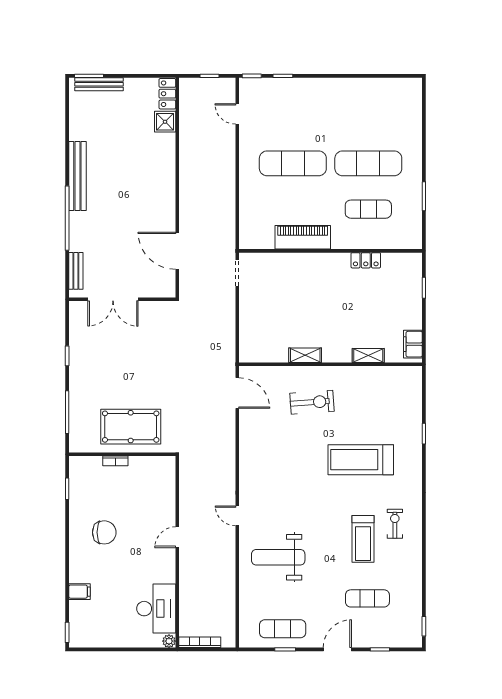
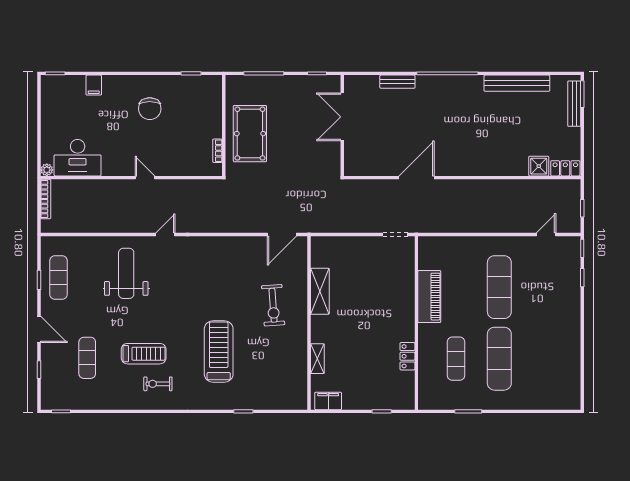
bench: (77, 176) -> (517, 83), moved
double door: (113, 299) -> (342, 117), moved
wall: (122, 299) -> (342, 126), moved
shelving: (305, 355) -> (320, 291), width x1.50, depth x1.33
bookcase: (115, 461) -> (217, 151), moved
exercise bike: (395, 524) -> (158, 384), turned 180
treadmill: (363, 539) -> (144, 354), turned 180

